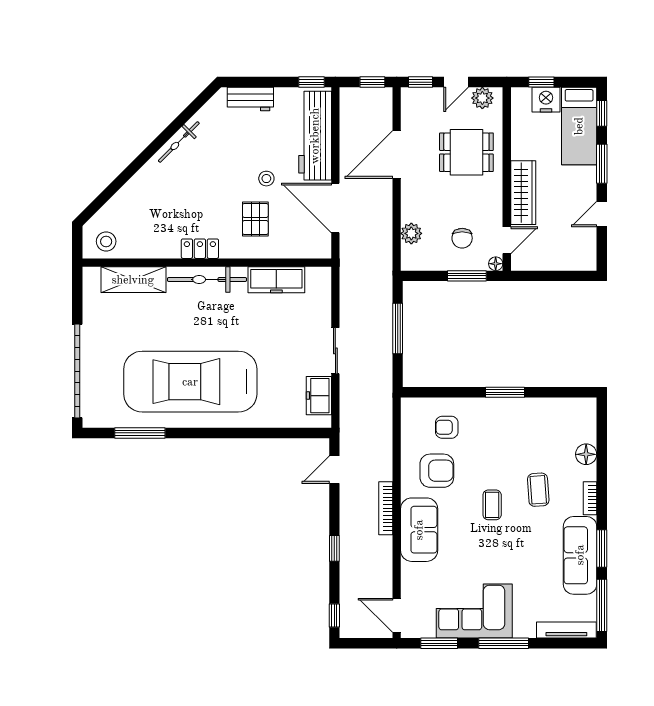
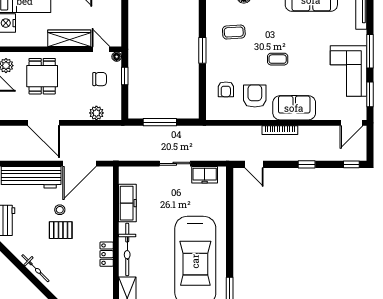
pallet: (255, 219) -> (61, 230), moved
window: (467, 276) -> (125, 76), width x0.67
coffee table: (538, 490) -> (234, 32), moved

